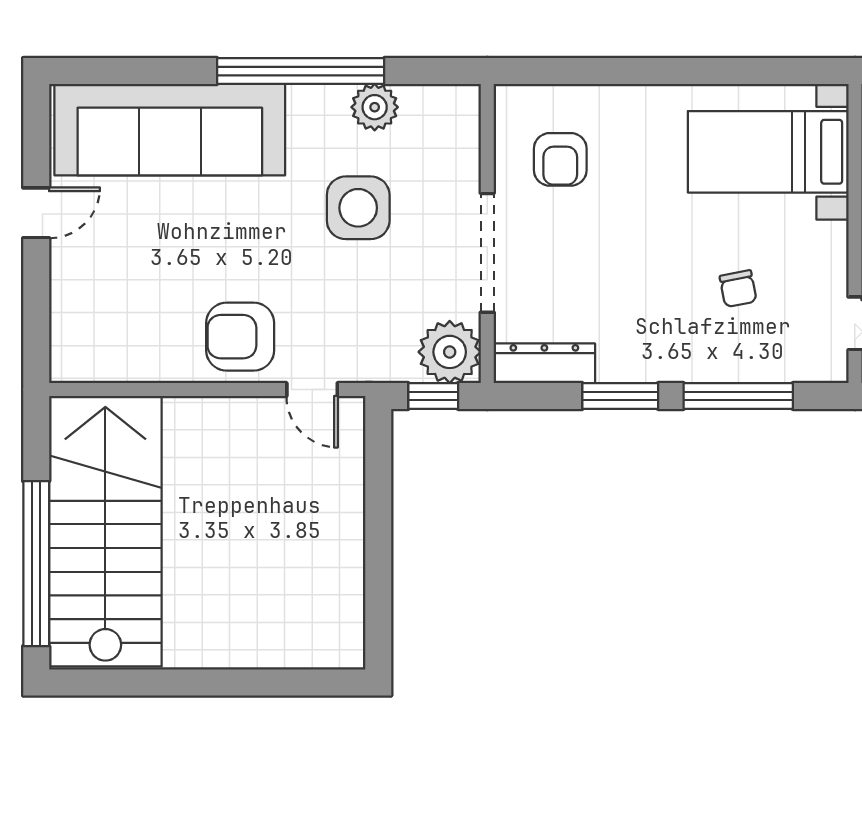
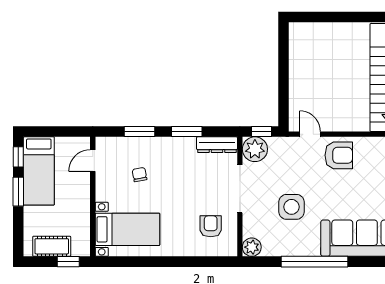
plant: (375, 107) -> (252, 247), moved
window: (738, 396) -> (139, 132), width x0.69

